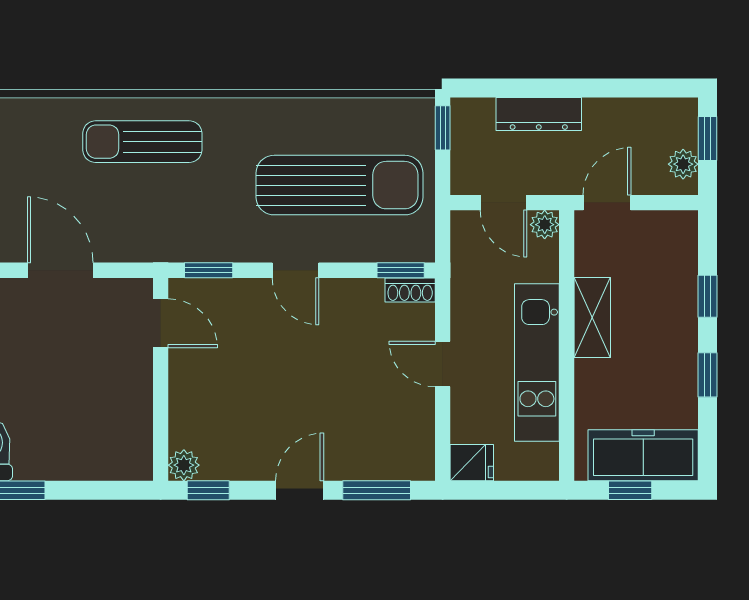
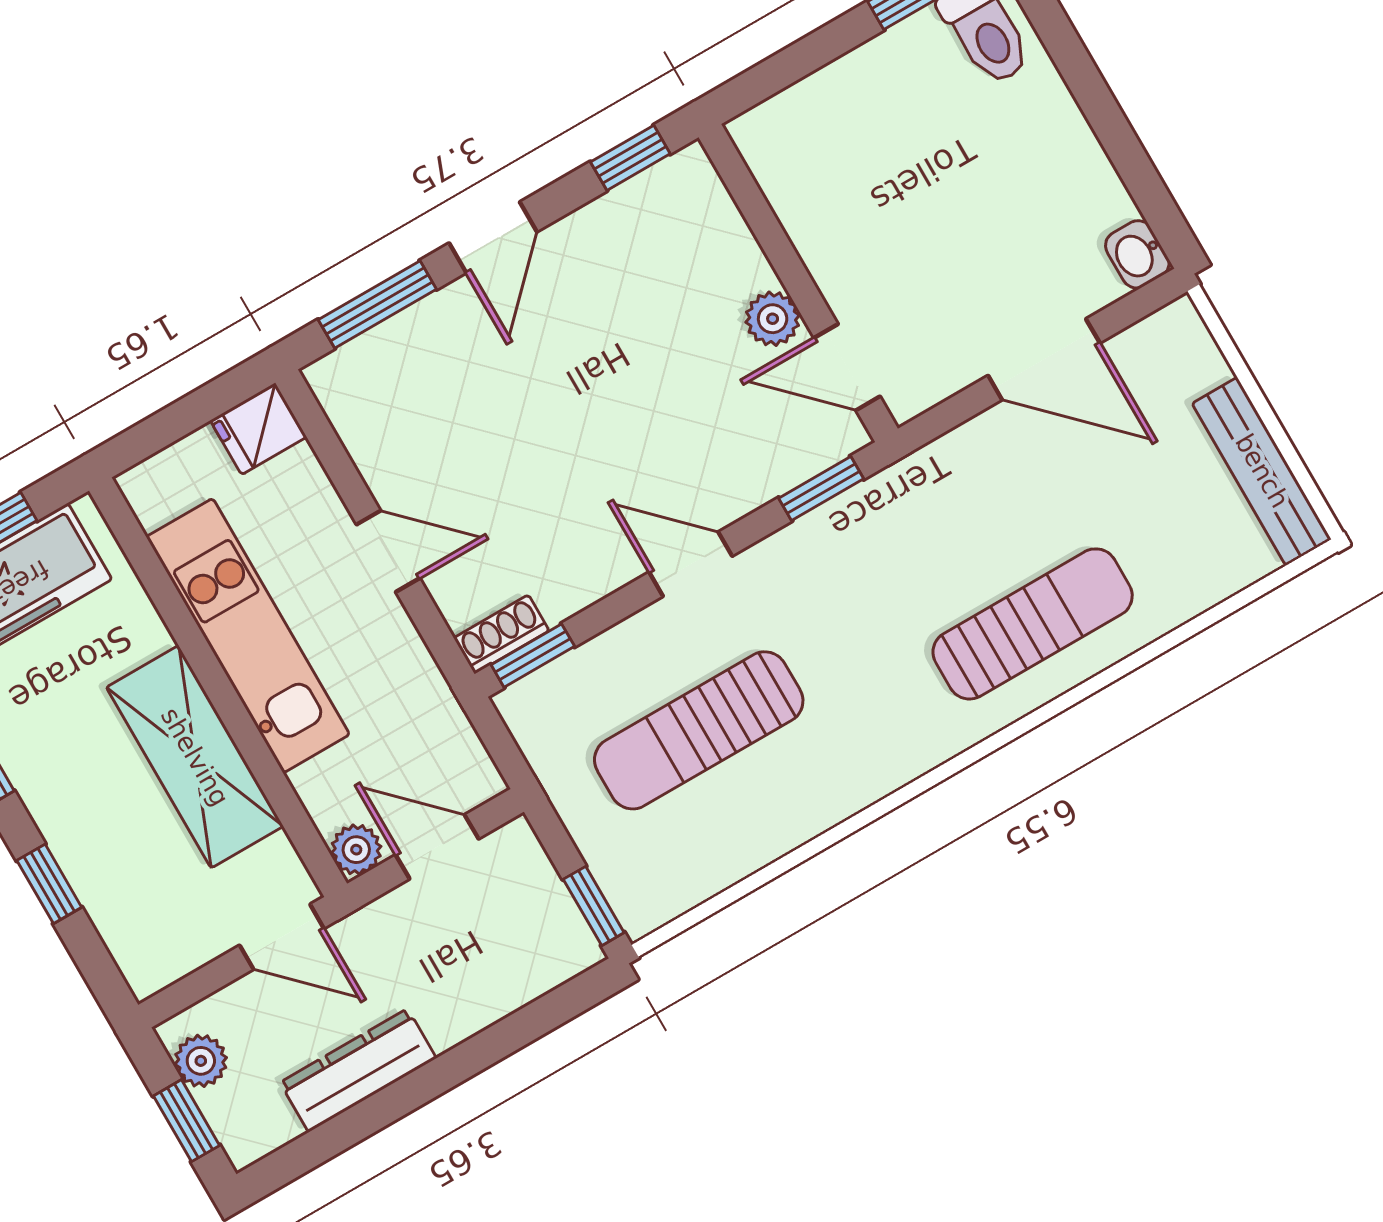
dresser: (539, 114) -> (358, 1070), moved
sun lounger: (340, 185) -> (699, 730), width x0.73, depth x0.75
door: (607, 203) -> (282, 937), hinge flipped
shelving: (592, 317) -> (195, 757), width x1.50, depth x1.33
plant: (184, 465) -> (773, 319), moved

